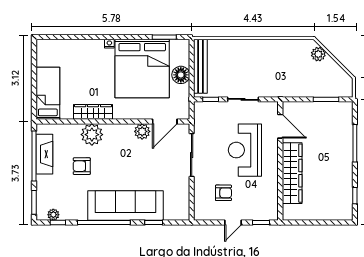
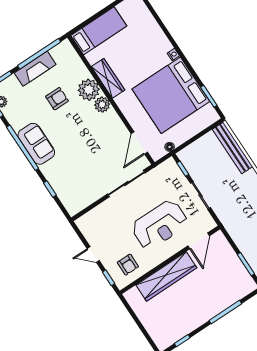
bench: (200, 66) -> (233, 148), moved, turned 90
floor lamp: (181, 75) -> (170, 147), moved, width x0.53, depth x0.53
door: (165, 121) -> (139, 143), hinge flipped
plant: (142, 131) -> (102, 105), moved
reception desk: (245, 150) -> (160, 225), turned 180
fireplace: (44, 154) -> (35, 69), moved
armchair: (82, 166) -> (57, 99), turned 90
armchair: (223, 193) -> (128, 265), moved
sofa: (125, 205) -> (36, 144), width x0.54, depth x0.79

